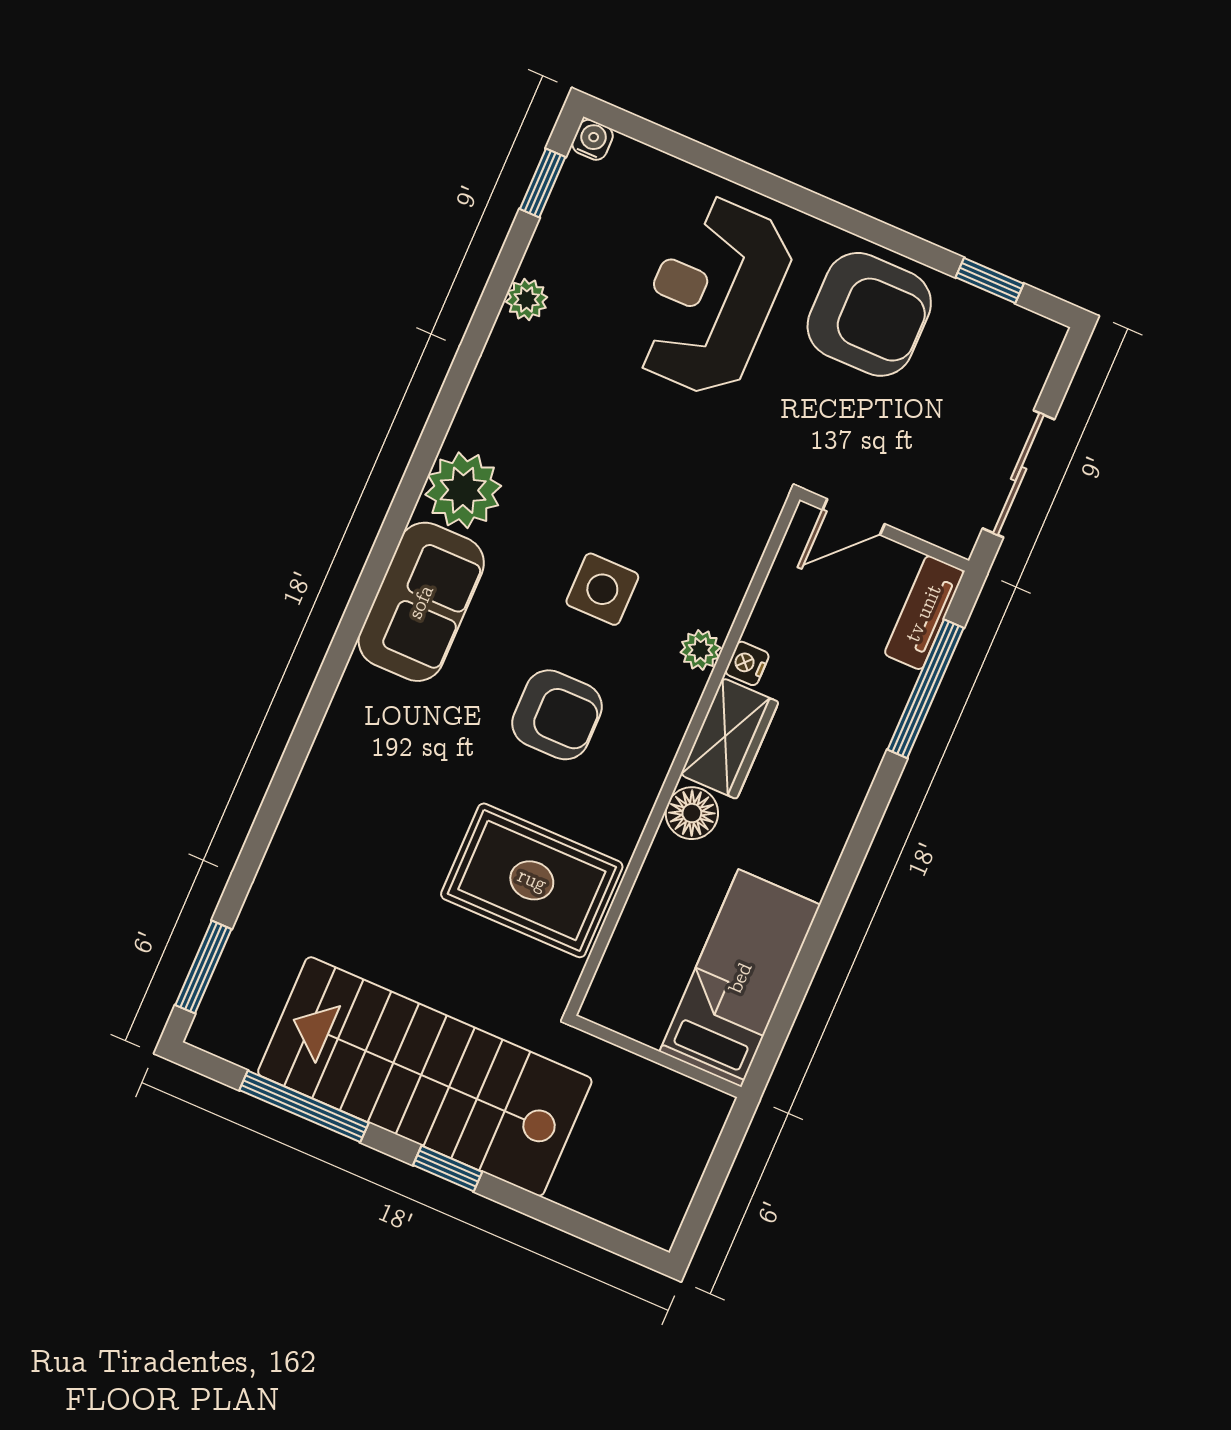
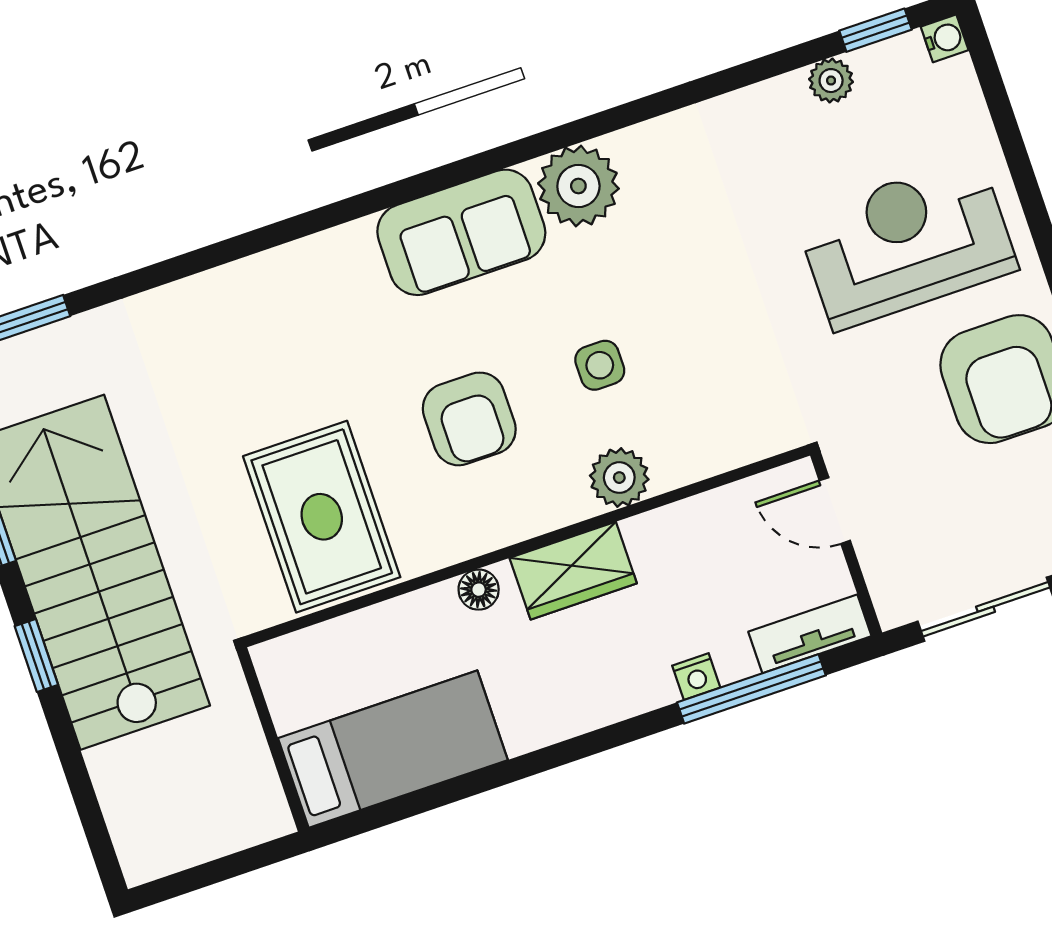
plant: (527, 299) -> (831, 81), moved
side table: (602, 589) -> (600, 365), width x0.73, depth x0.73
plant: (700, 650) -> (619, 478), width x1.38, depth x1.38
nightstand: (747, 663) -> (696, 677), moved, turned 180
floor lamp: (692, 813) -> (479, 590), width x0.73, depth x0.73

